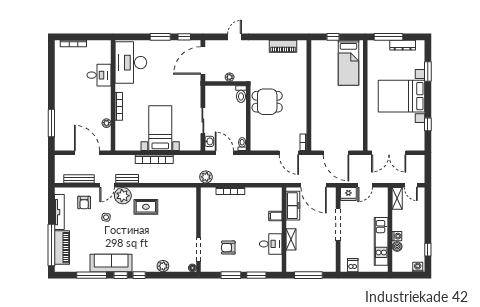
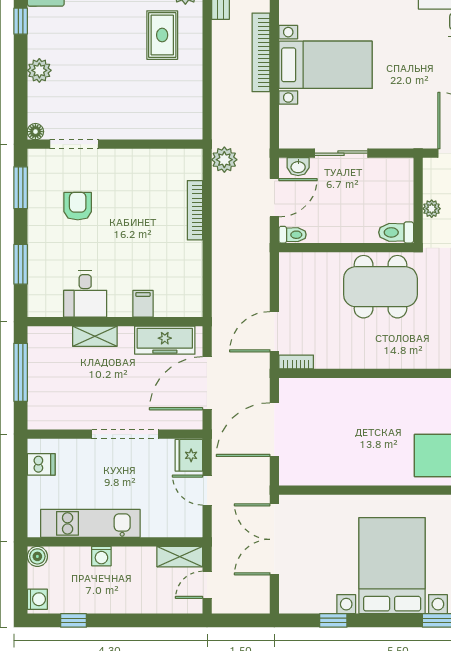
dining table: (267, 102) -> (380, 287), width x1.38
boiler: (397, 247) -> (37, 556), moved
window: (231, 275) -> (21, 188), moved

